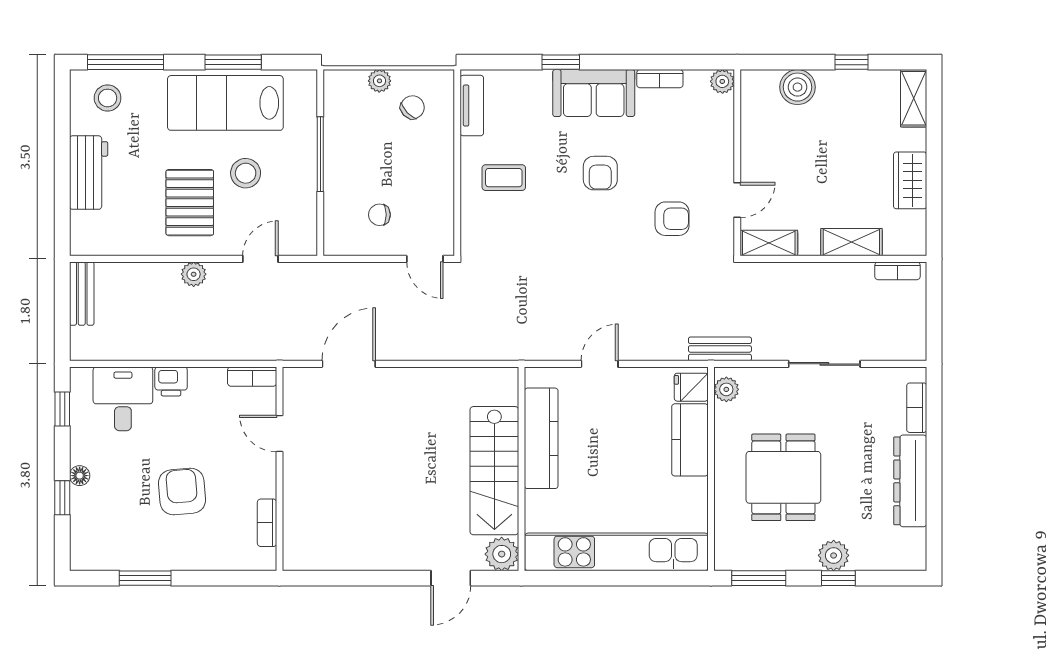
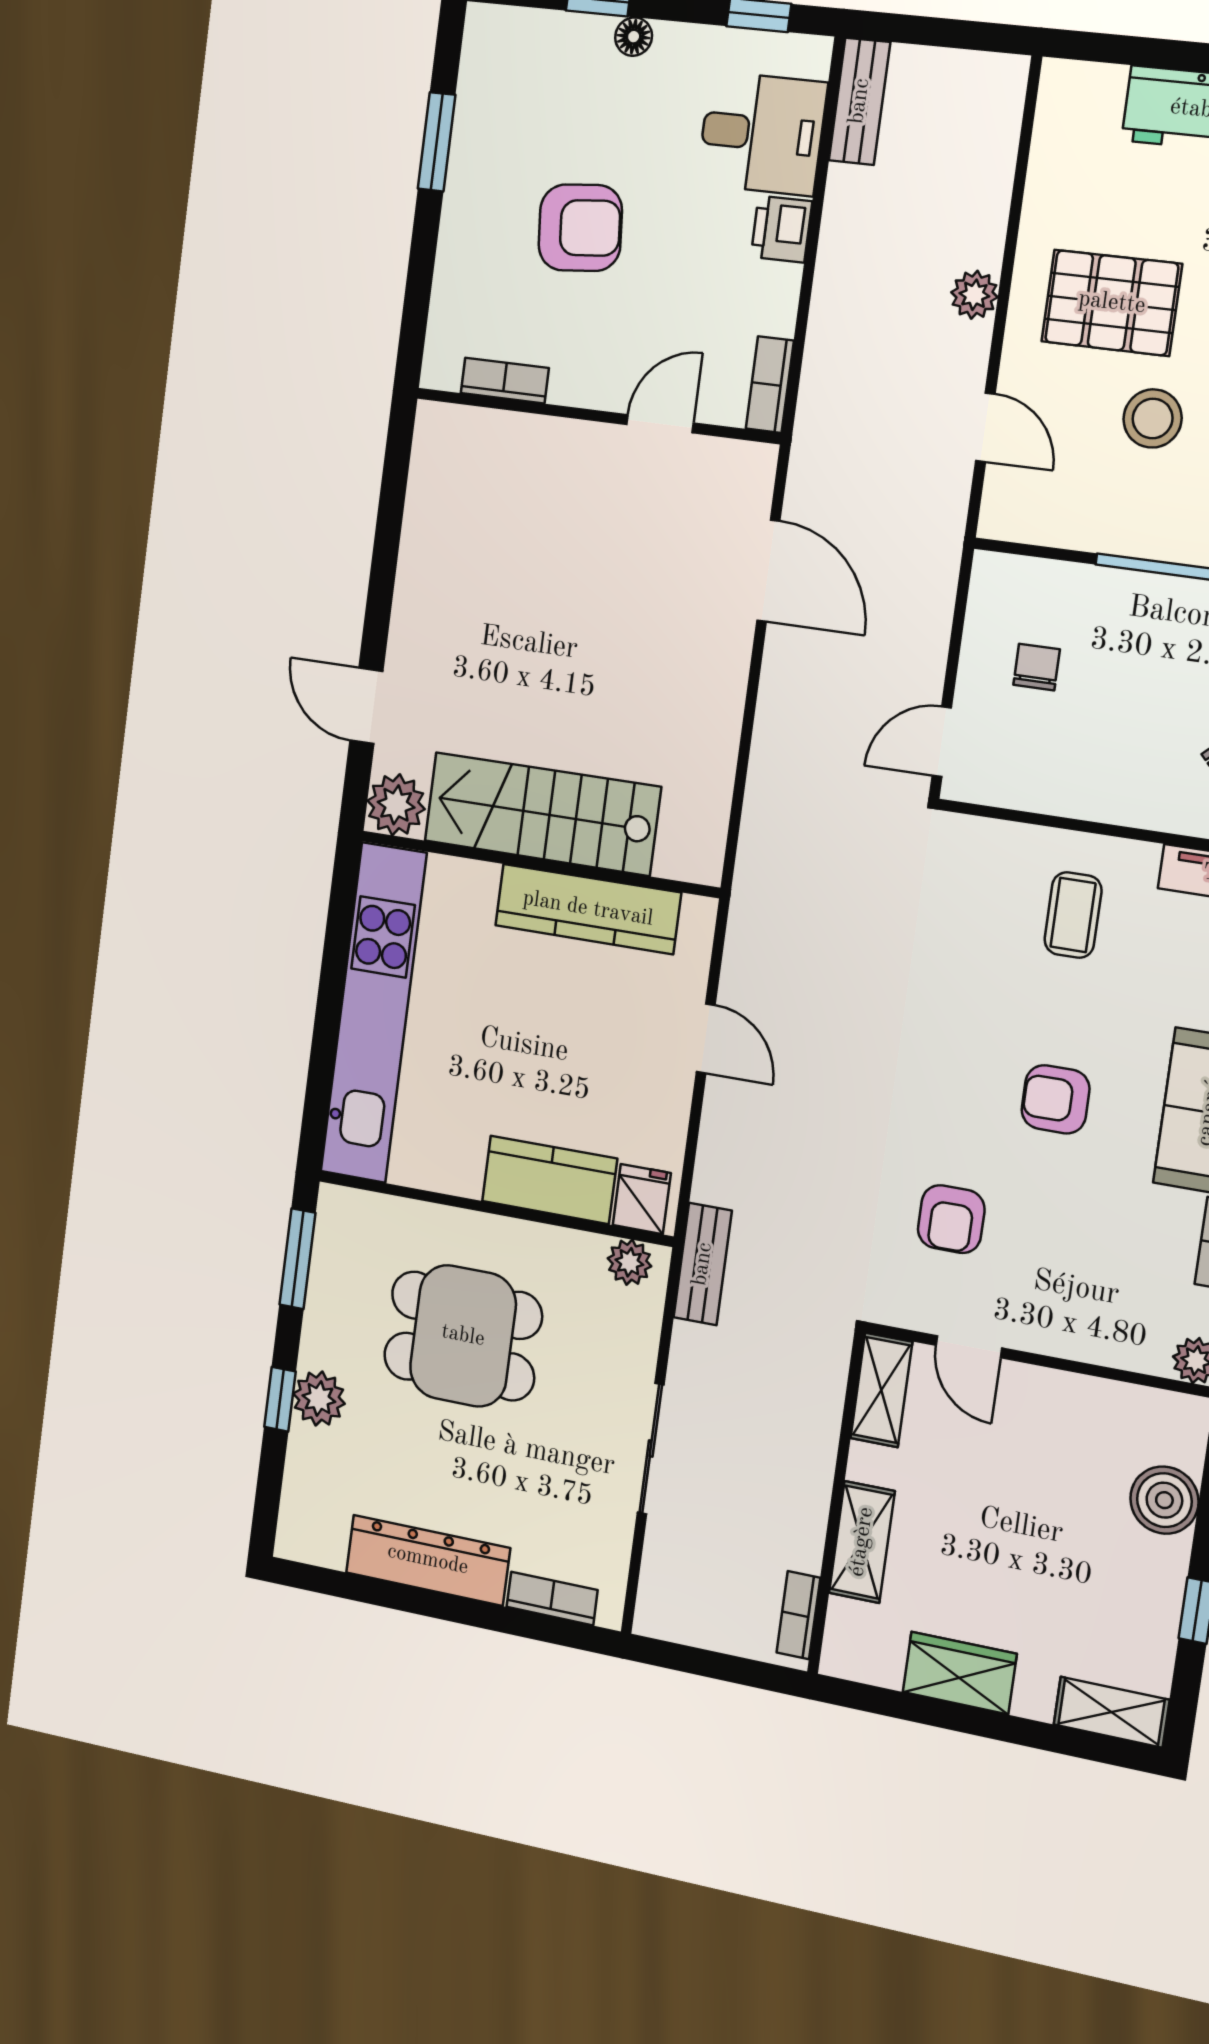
bench: (82, 294) -> (860, 101), moved, turned 90

